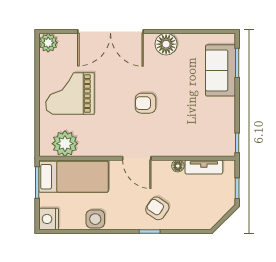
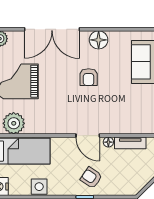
armchair: (145, 103) -> (89, 77), moved, turned -90
door: (137, 158) -> (88, 136), moved

